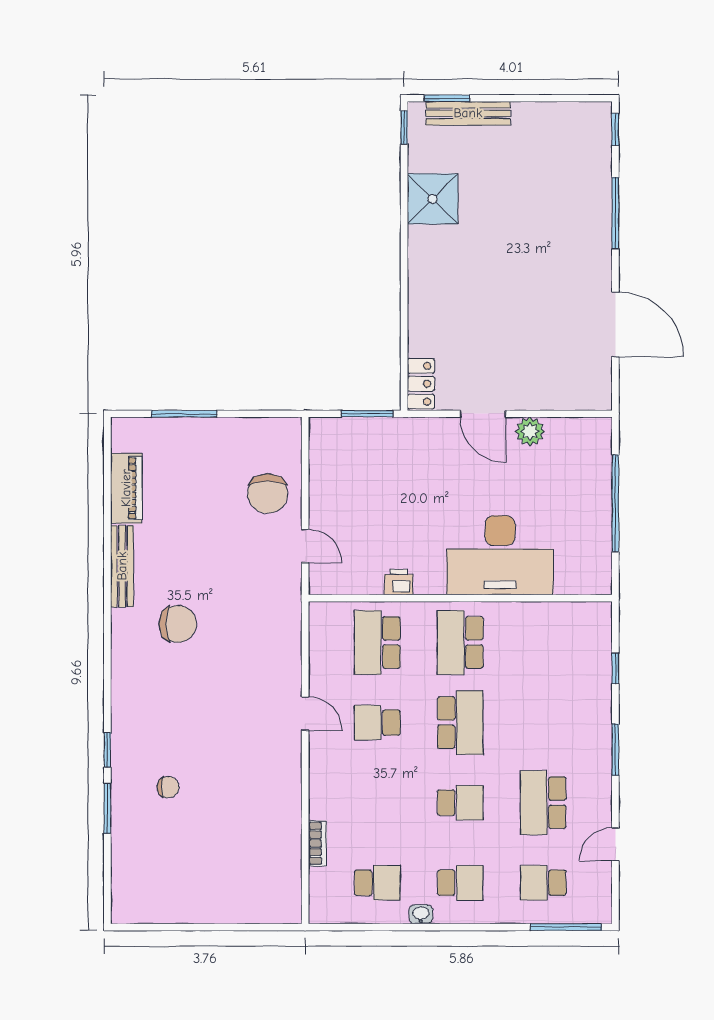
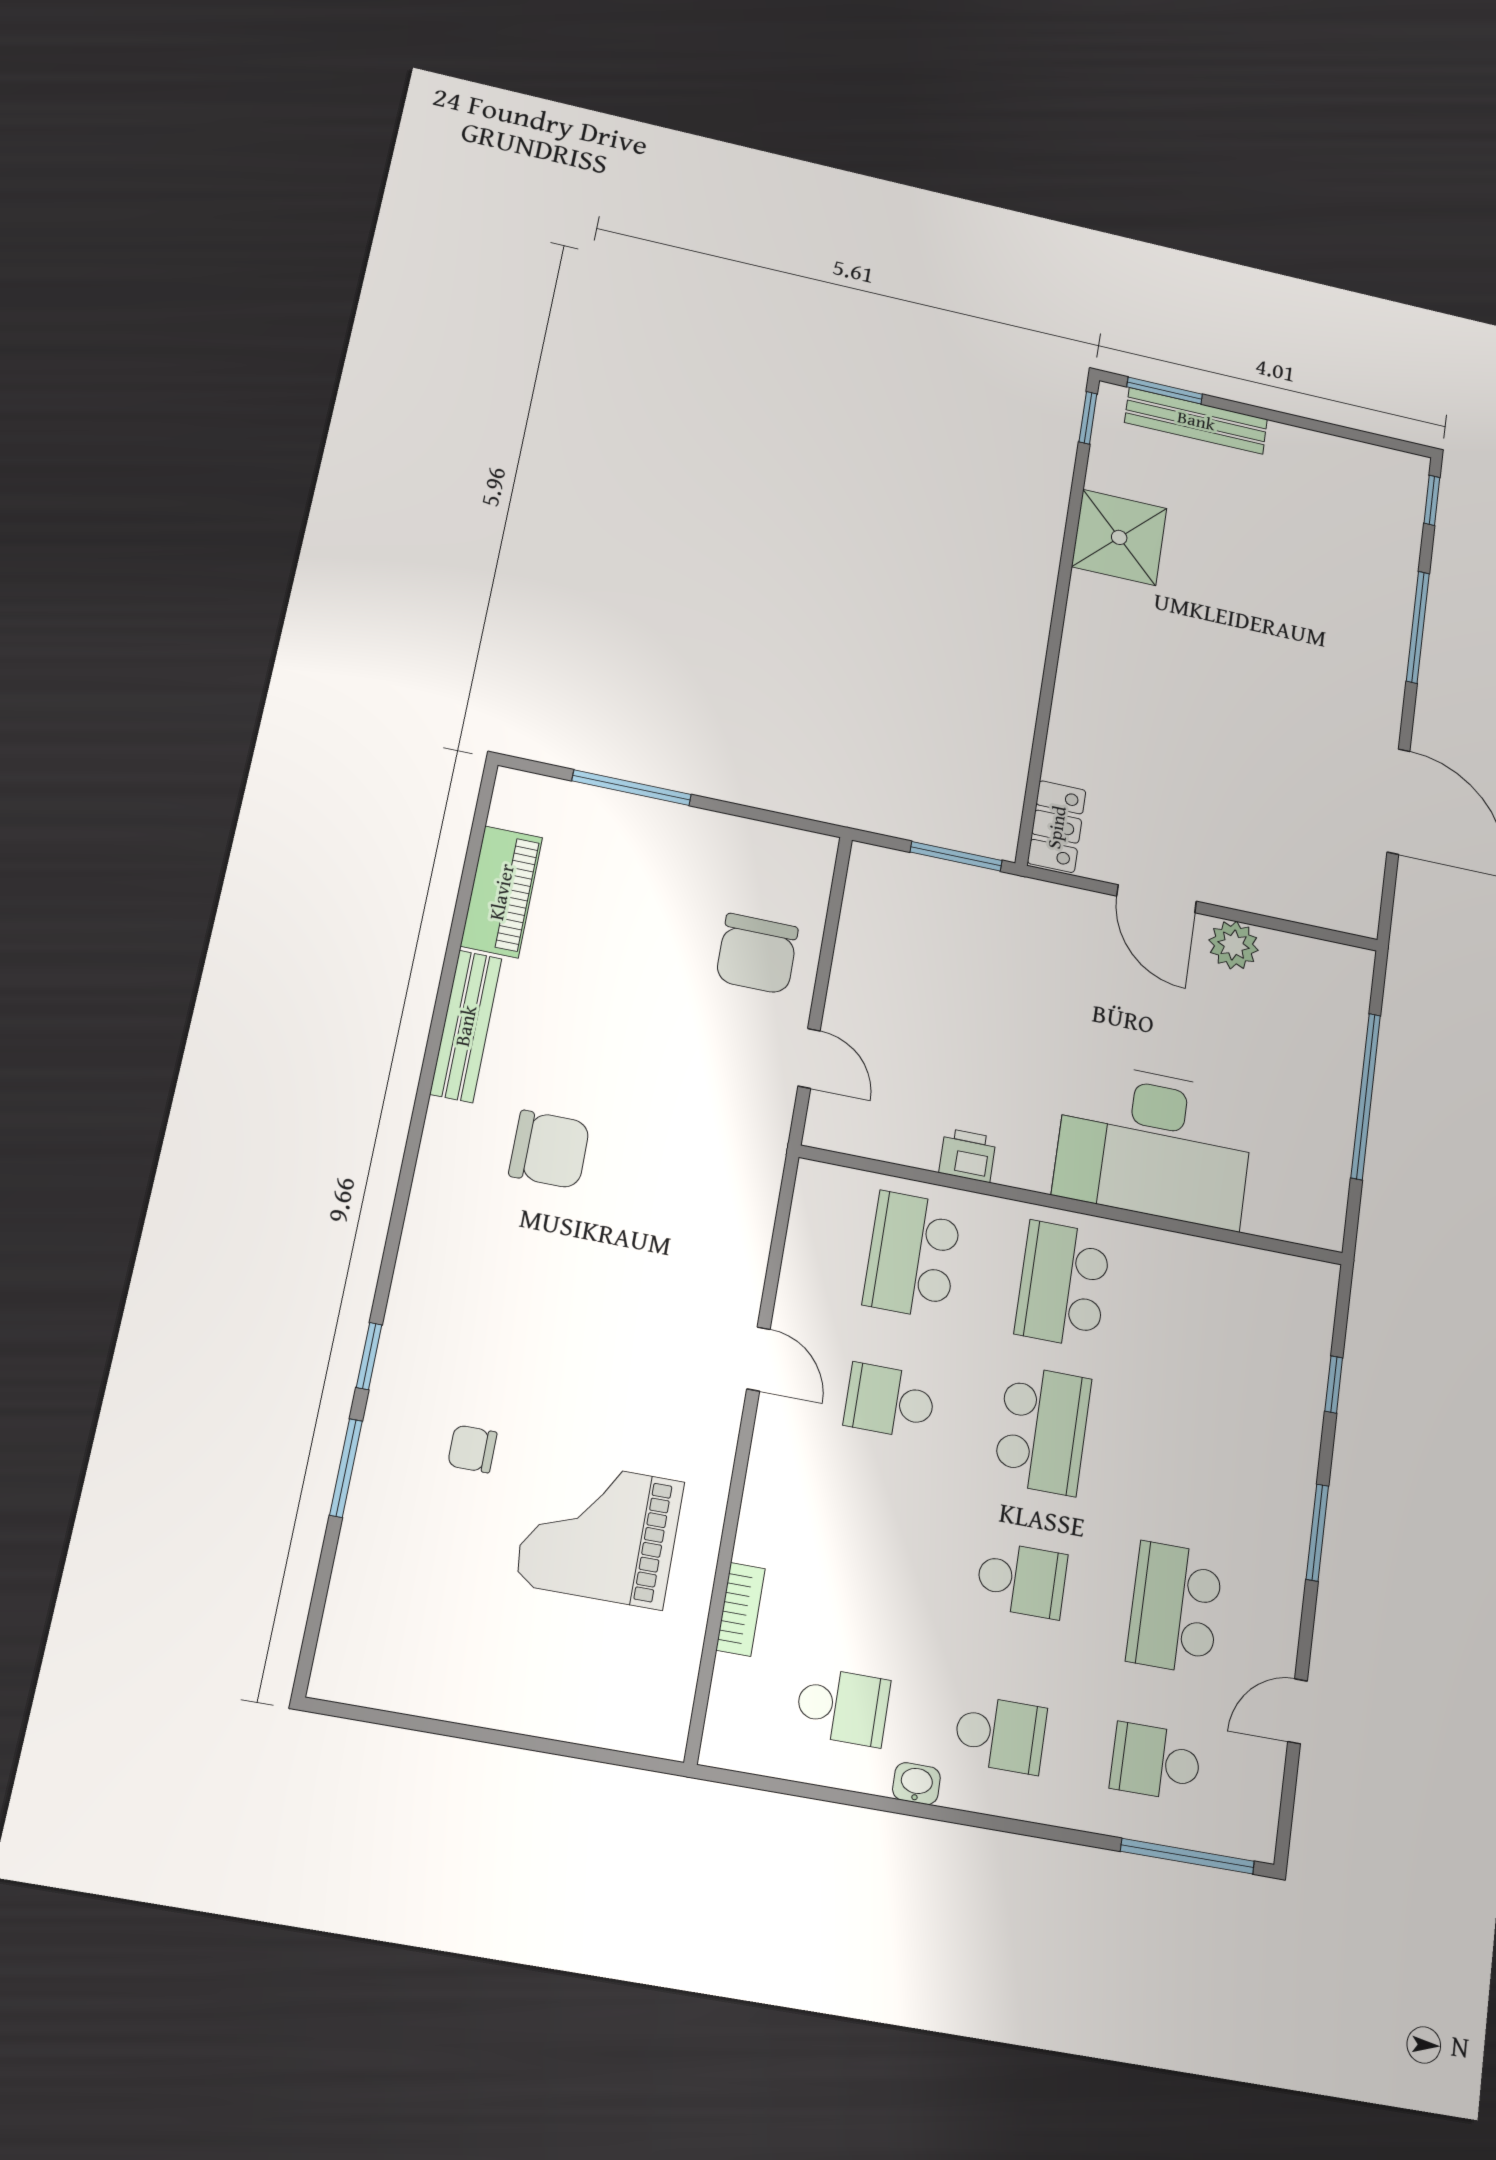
chair: (168, 787) -> (472, 1449), turned 180
grand piano: (240, 818) -> (600, 1533), added

